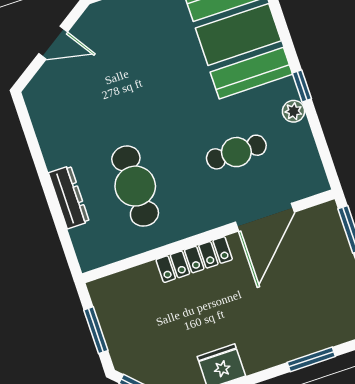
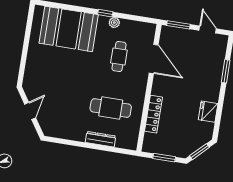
locker: (194, 260) -> (153, 114), moved

